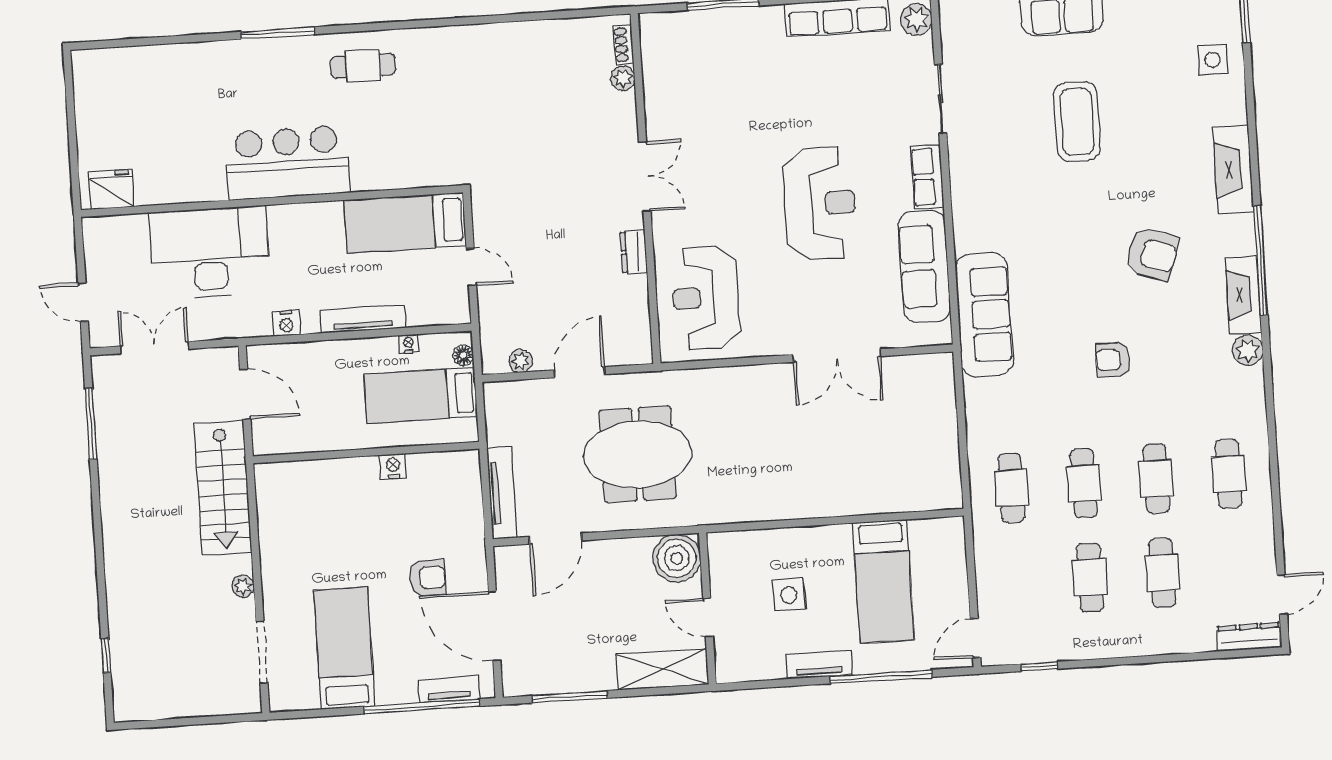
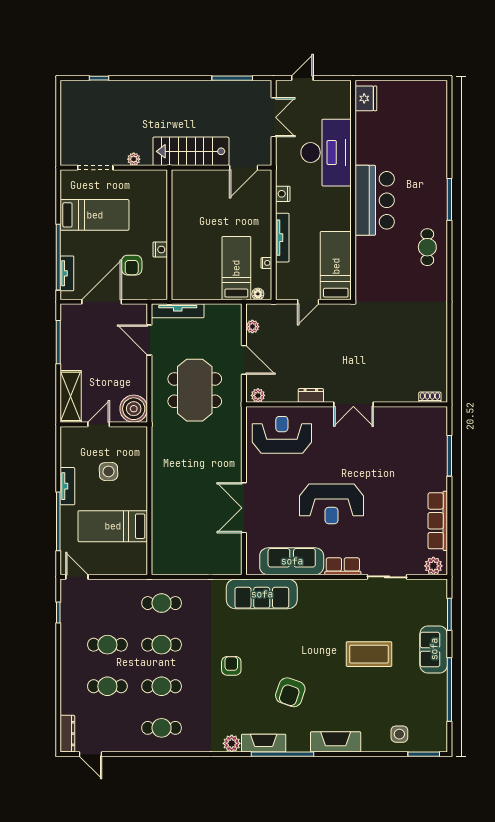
plant: (623, 78) -> (258, 395), moved
wall: (366, 453) -> (169, 235), moved
nightstand: (393, 467) -> (160, 250), moved

